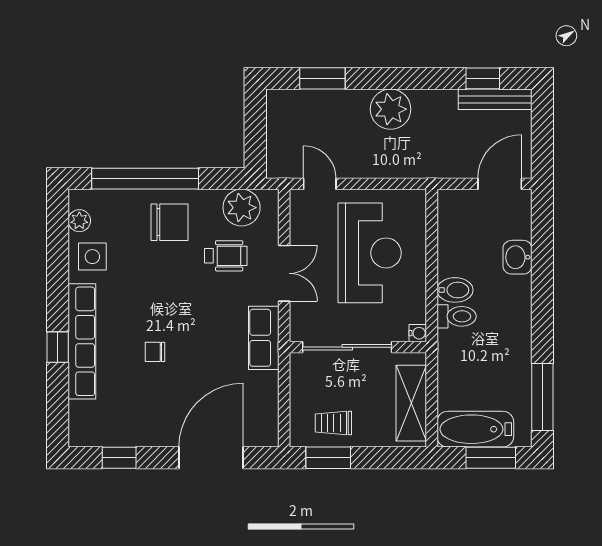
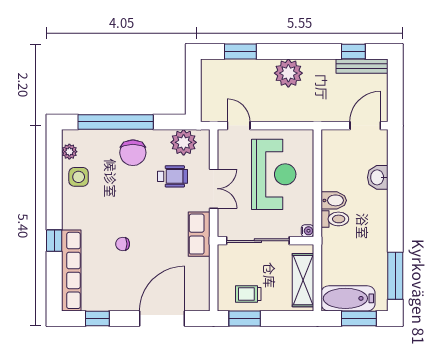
chair: (169, 222) -> (133, 153), turned 90
row of seats: (82, 341) -> (71, 270), moved

